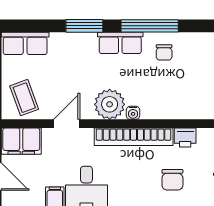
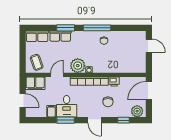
row of seats: (120, 43) -> (60, 36), moved

